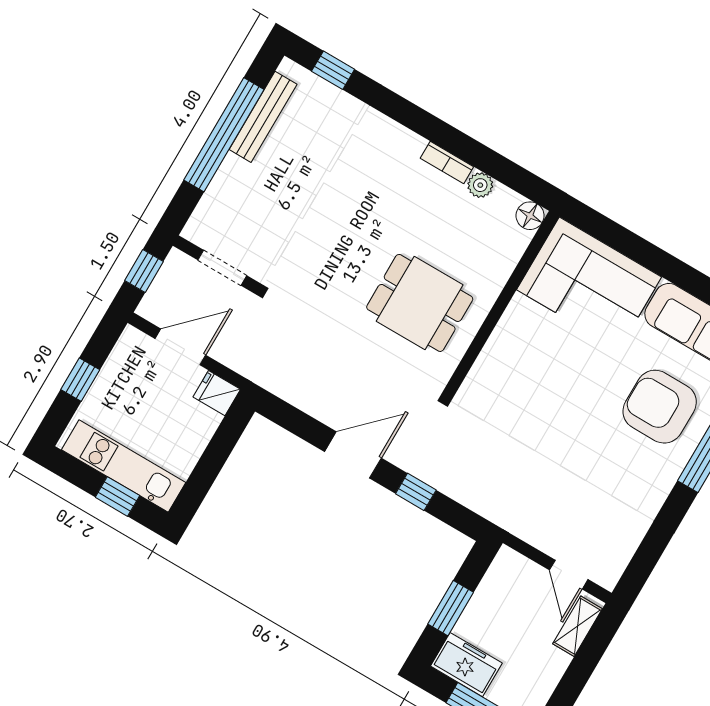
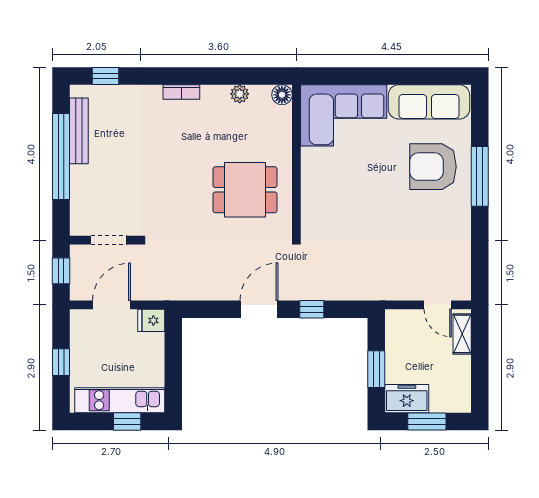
bookcase: (447, 162) -> (181, 92), moved

